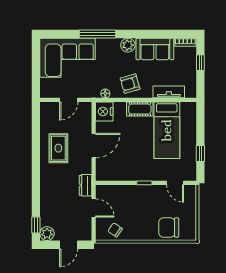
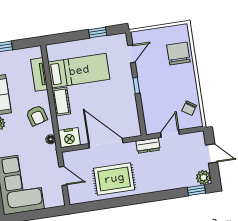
door: (94, 146) -> (106, 143), width x1.36
rug: (58, 148) -> (114, 179), width x1.36, depth x1.43
chair: (169, 228) -> (178, 54), turned 180

